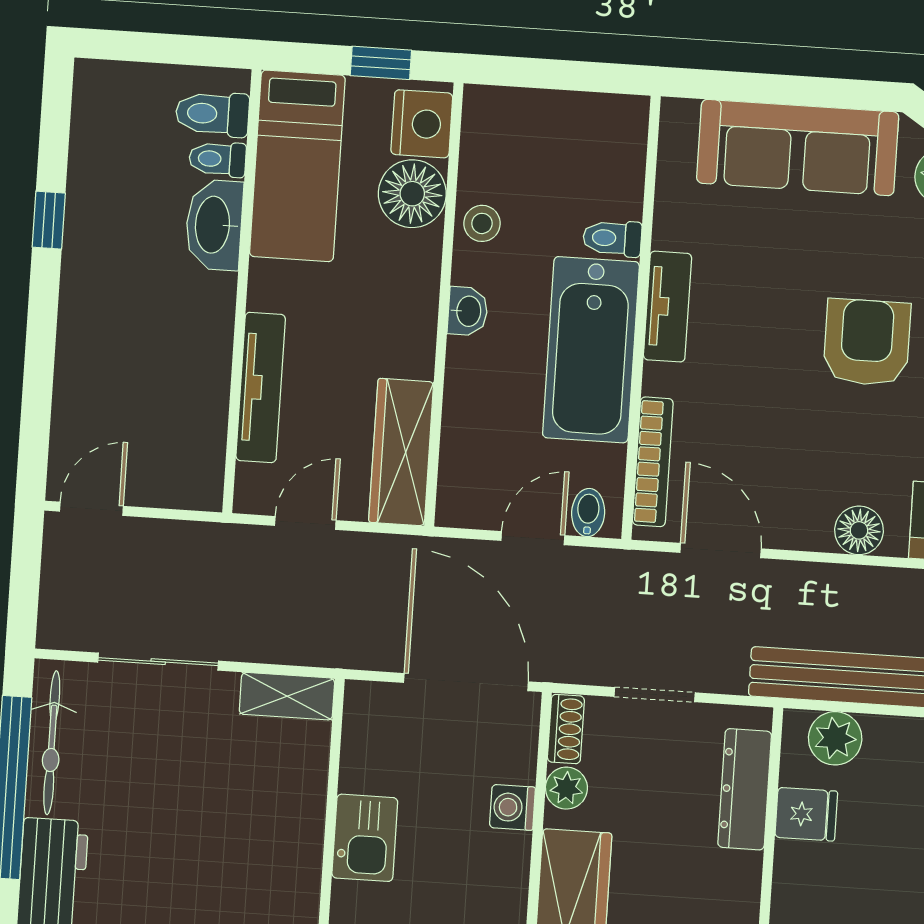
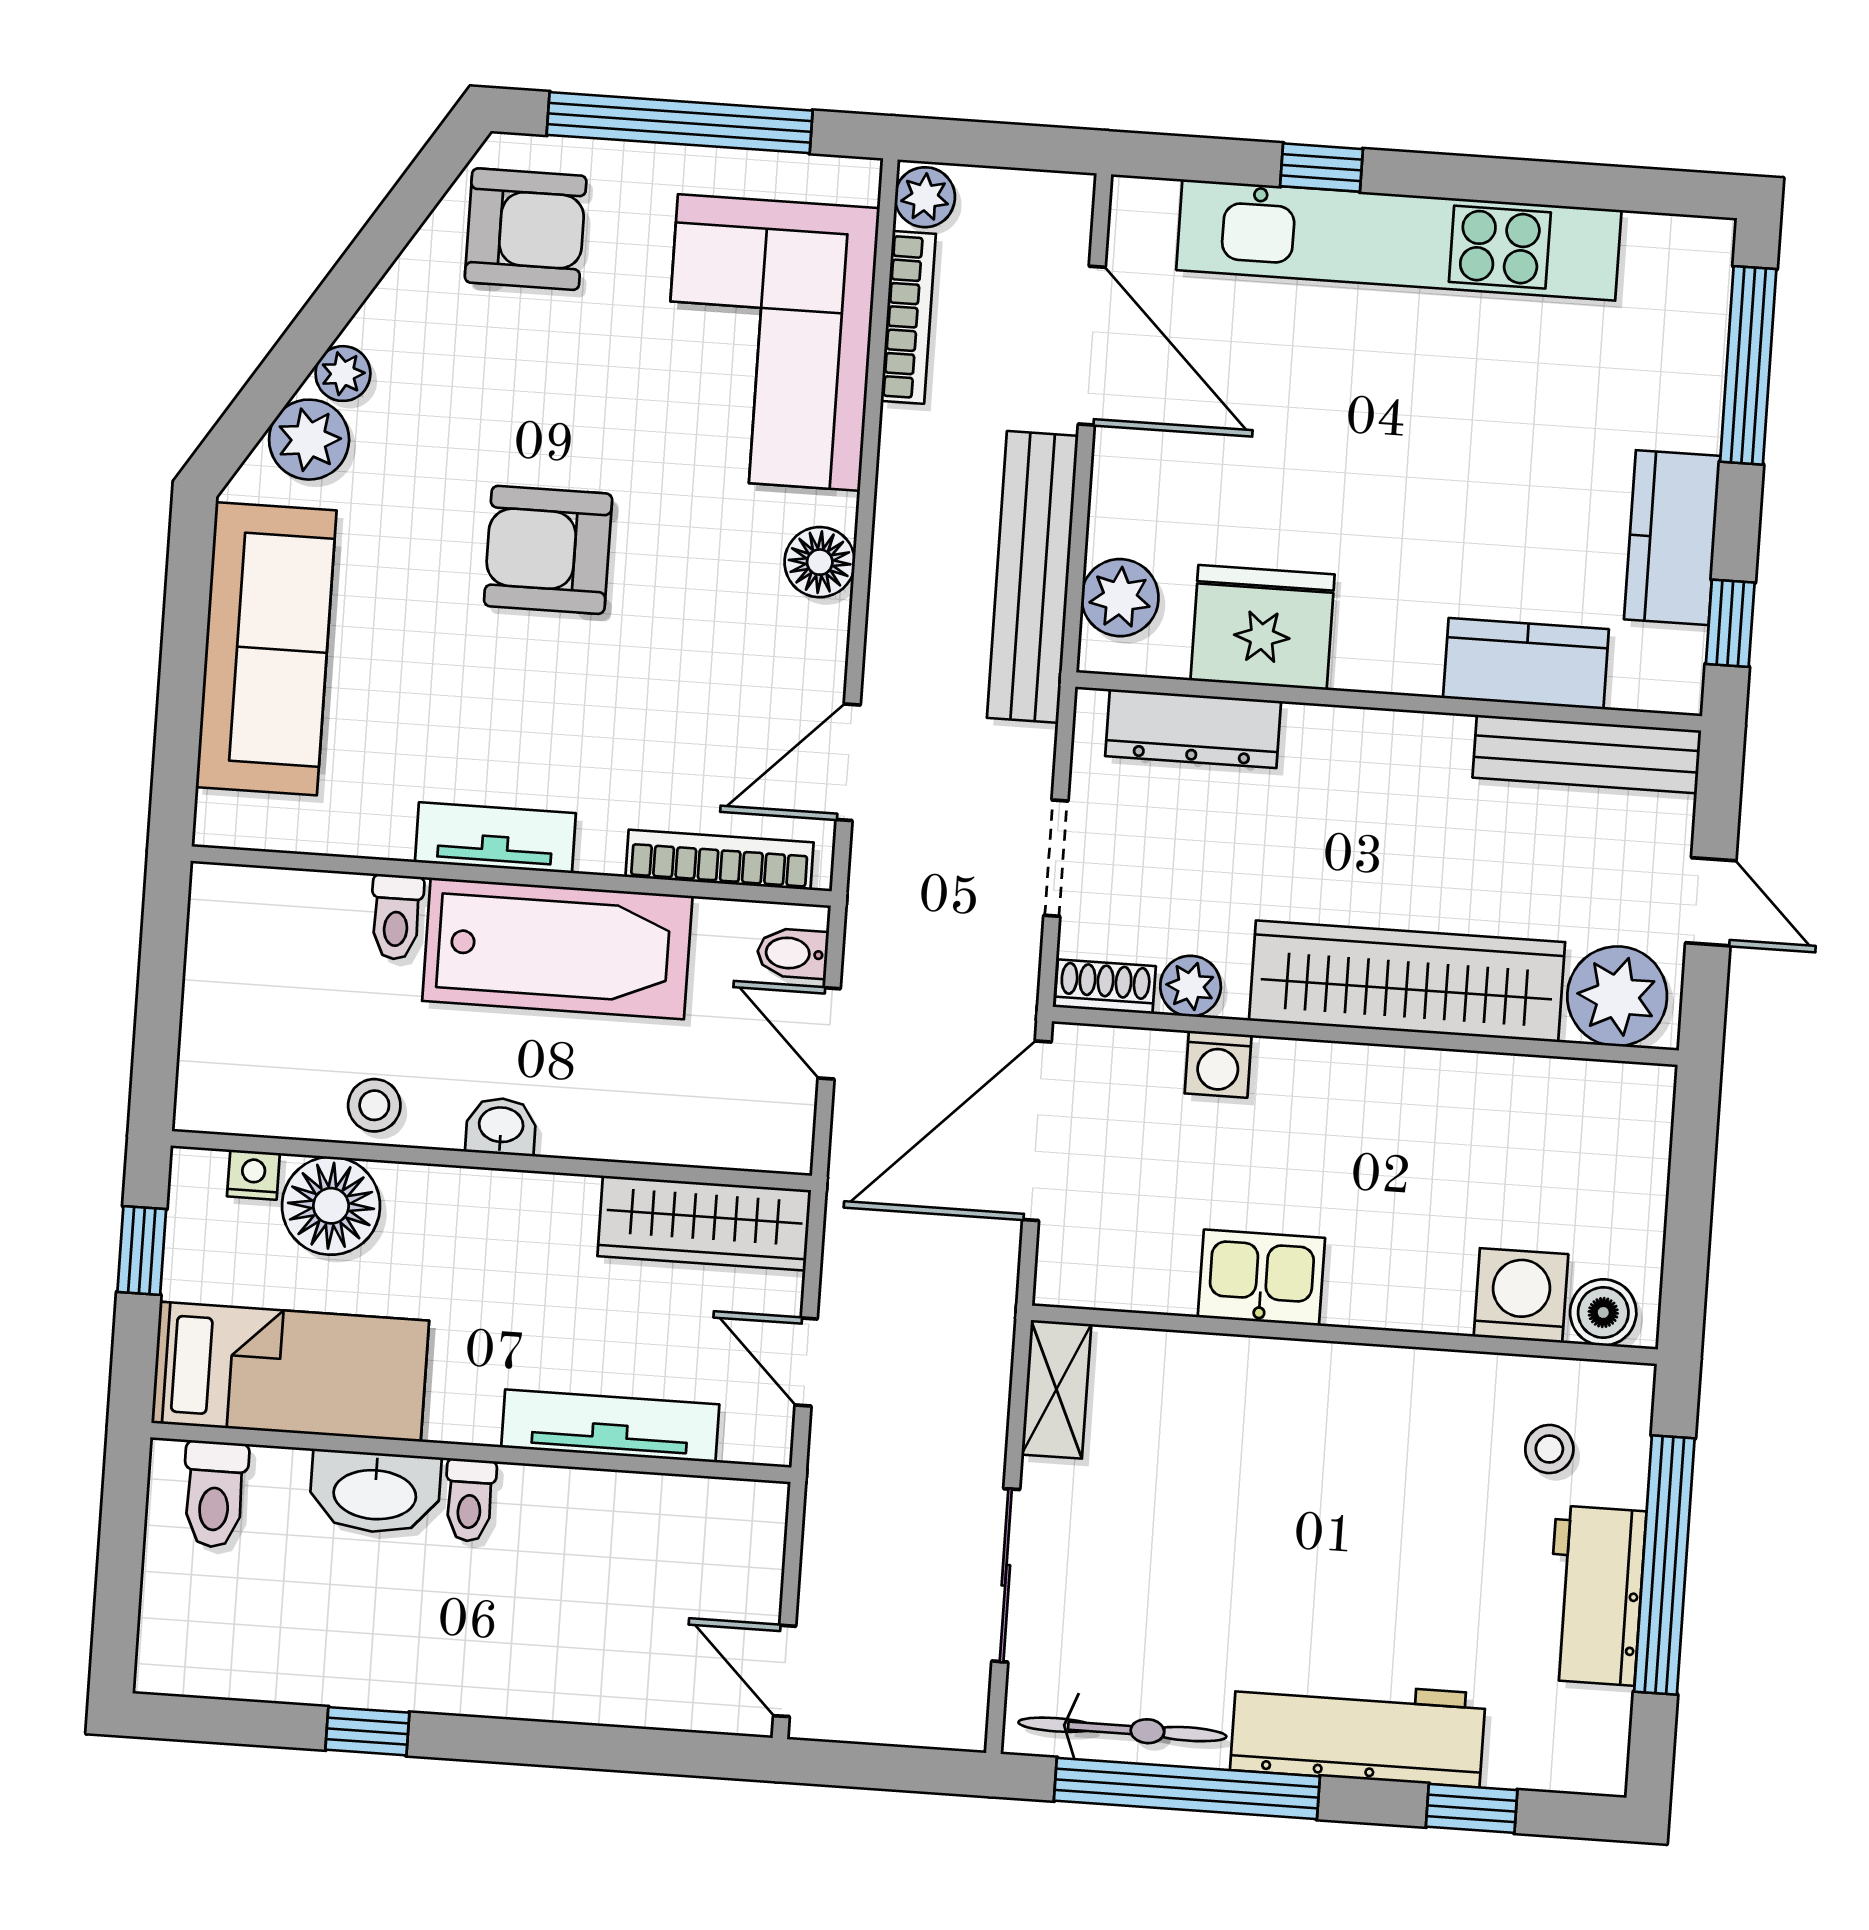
nightstand: (422, 124) -> (253, 1175), width x0.53, depth x0.56
toilet: (218, 159) -> (470, 1500), moved
fridge: (806, 814) -> (1262, 627), width x1.88, depth x1.34

